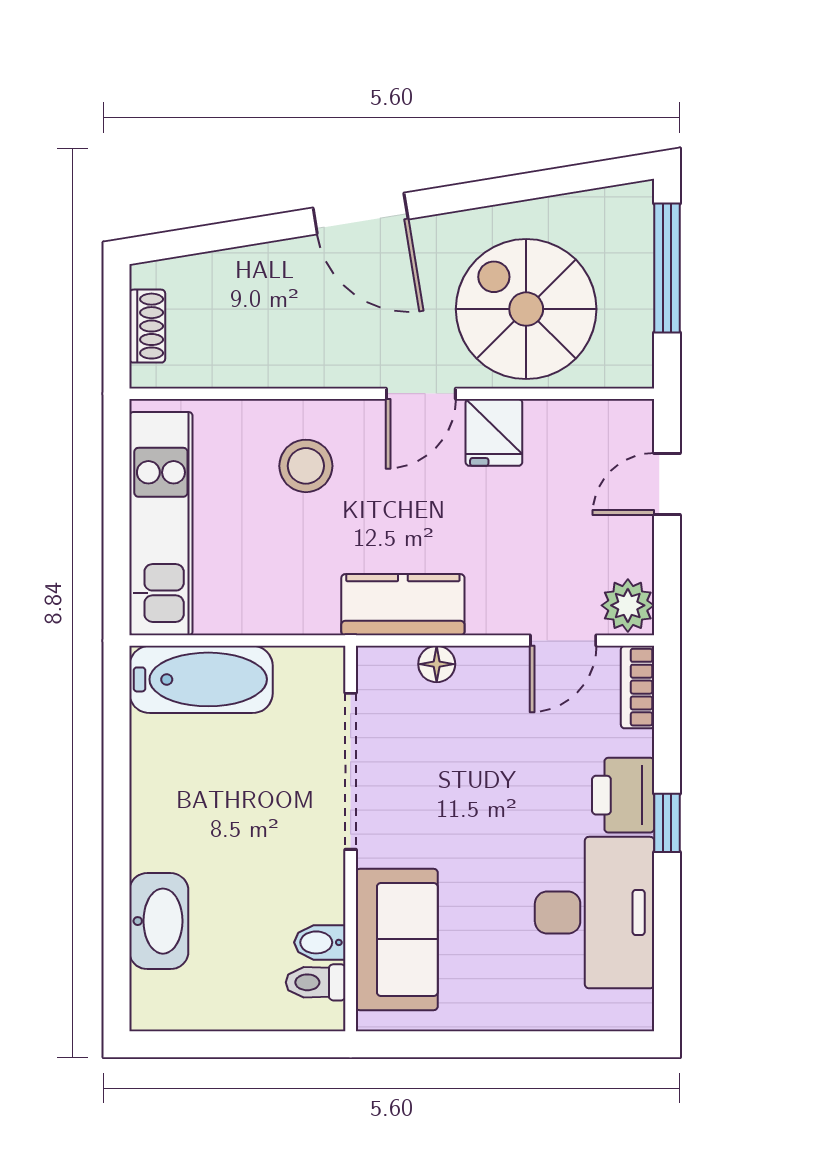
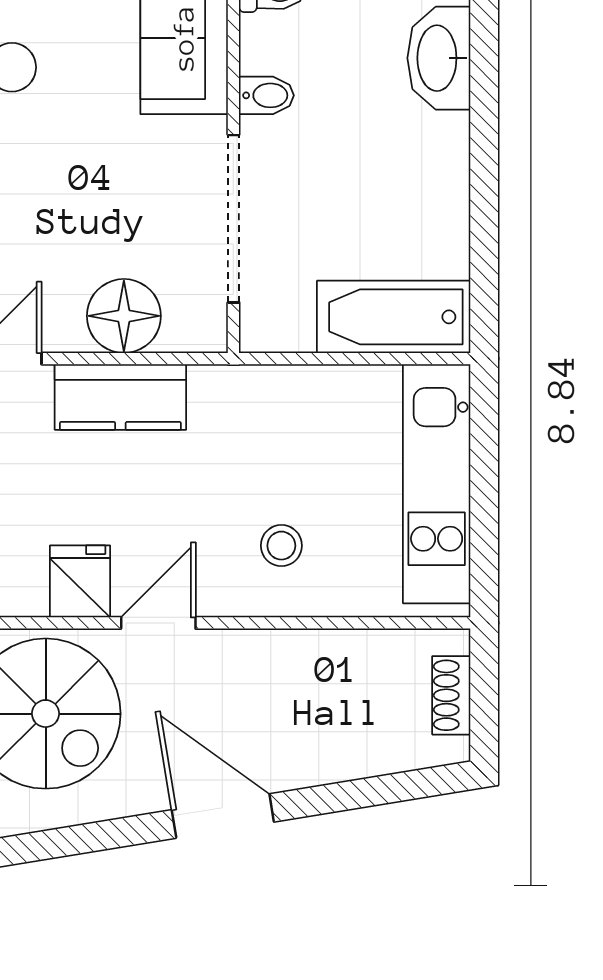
stool: (306, 466) -> (281, 546), width x0.73, depth x0.73
kitchen counter: (403, 605) -> (120, 397), moved
floor lamp: (437, 664) -> (124, 316), width x1.89, depth x1.89
bidet: (320, 942) -> (266, 95), moved

